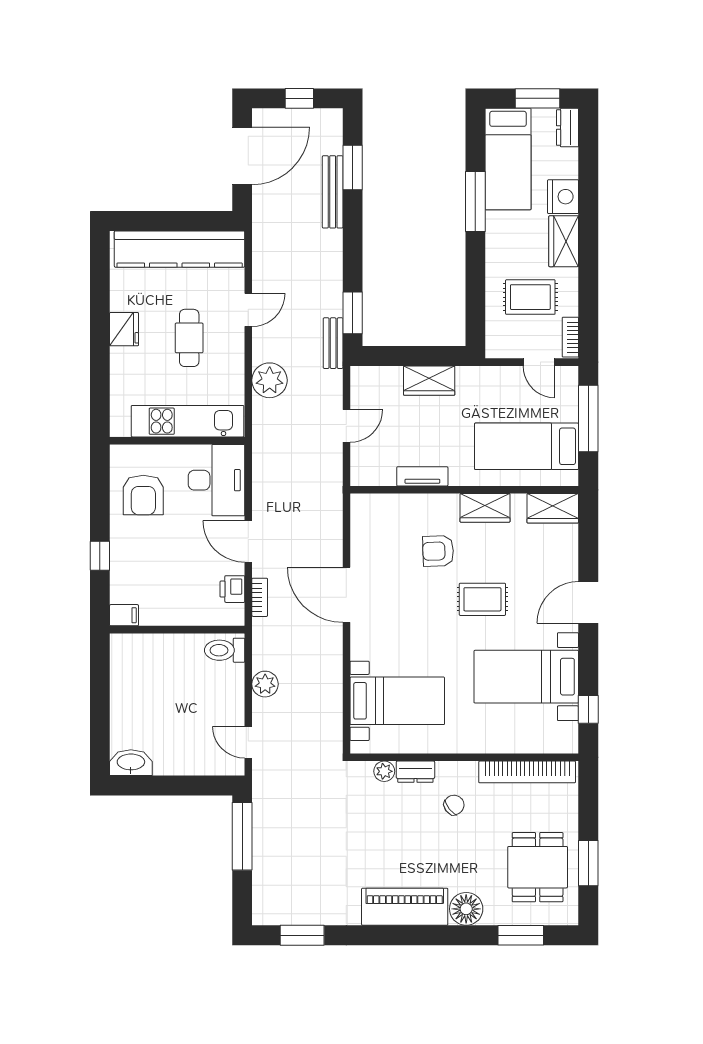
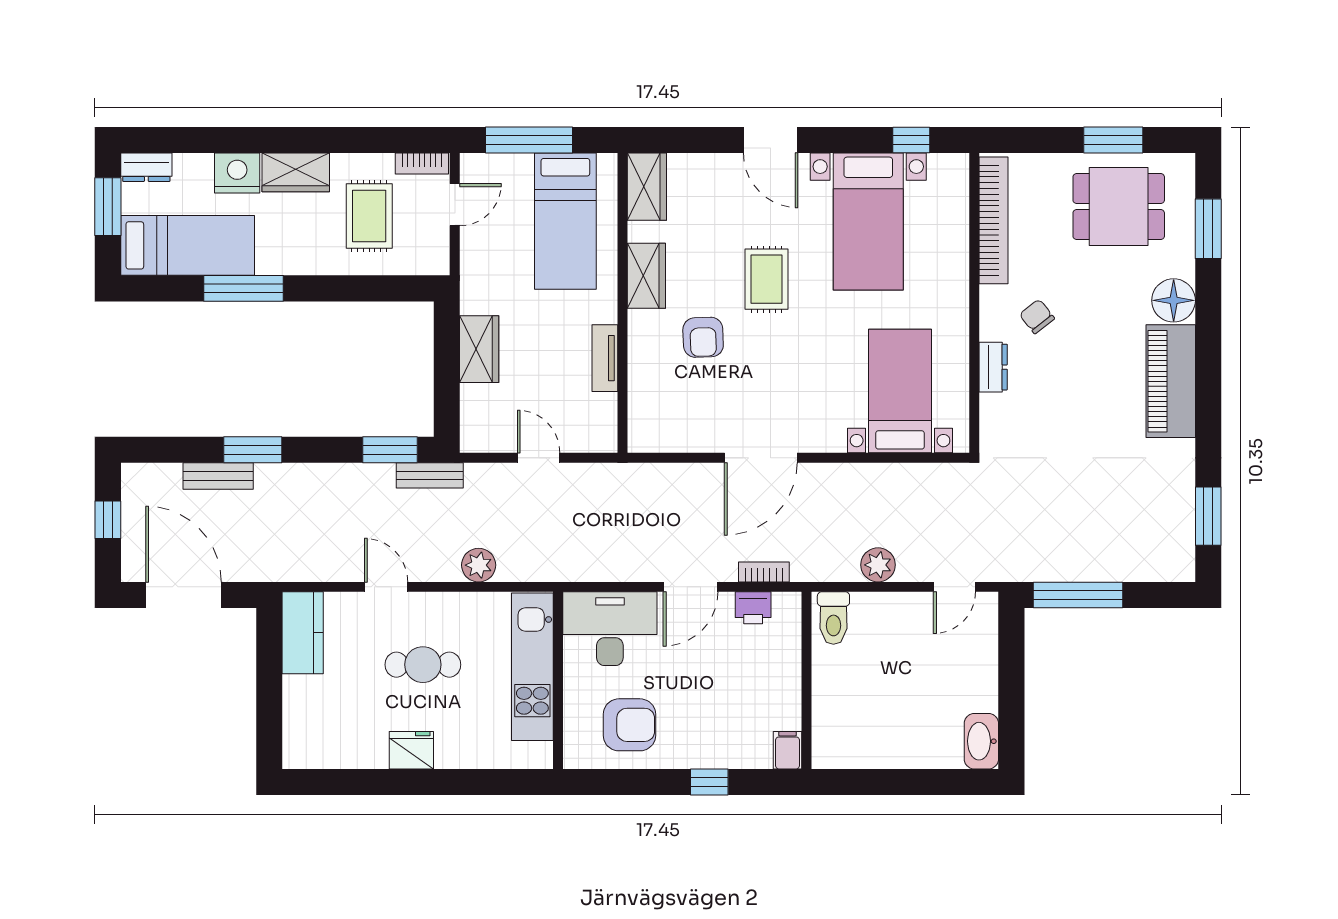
window: (353, 168) -> (253, 450), moved
bench: (333, 192) -> (218, 476), width x0.73
kitchen counter: (180, 249) -> (303, 633), width x0.48, depth x0.86
plant: (270, 380) -> (479, 565), width x0.73, depth x0.73
plant: (384, 771) -> (993, 408), removed

